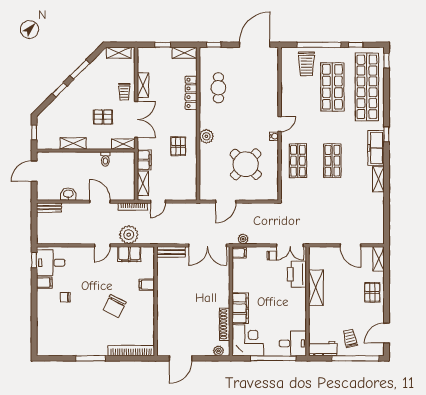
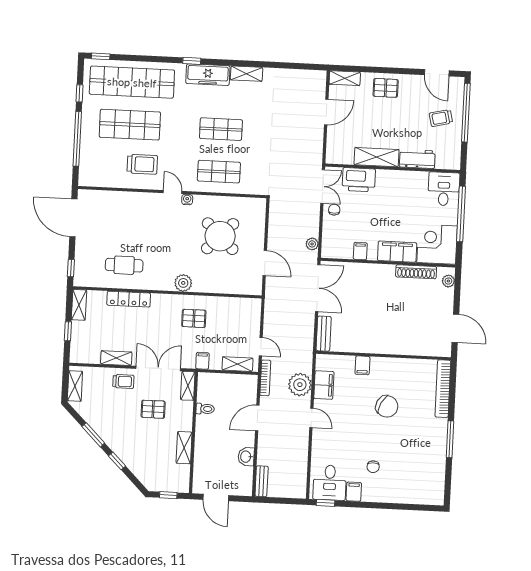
trolley: (306, 64) -> (142, 164), moved
pallet: (103, 117) -> (153, 409), turned 90
filing cabinet: (144, 160) -> (202, 361), width x0.50
filing cabinet: (239, 253) -> (360, 251), moved
workbench: (323, 349) -> (417, 159), moved, turned 90

